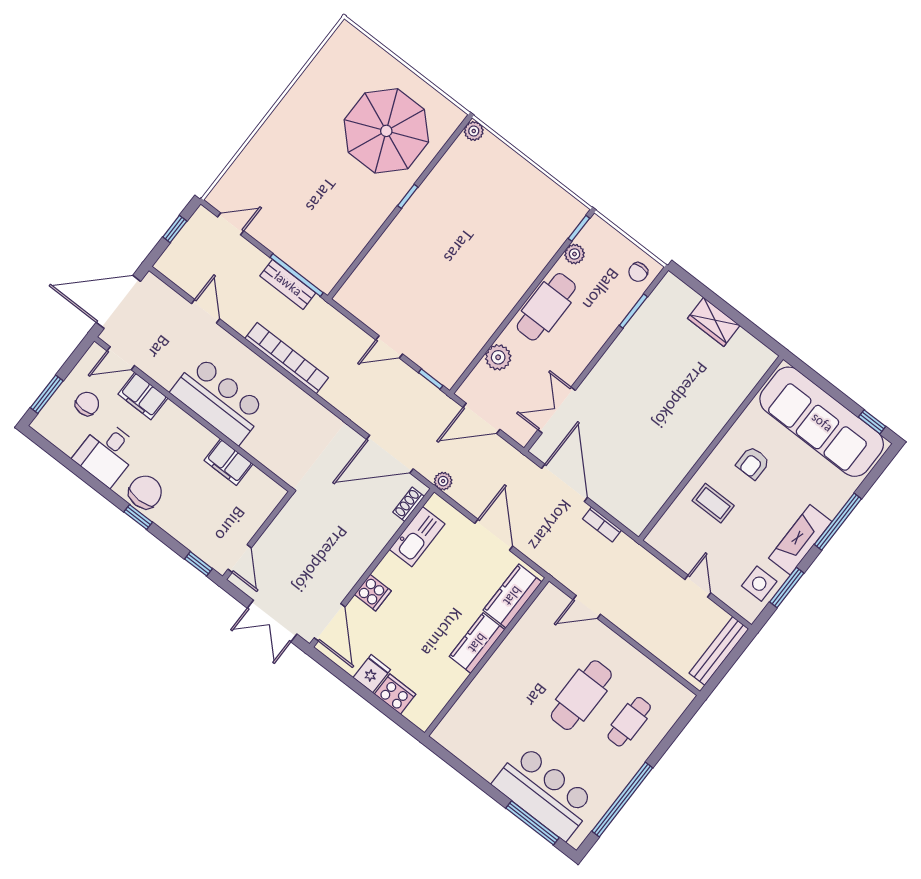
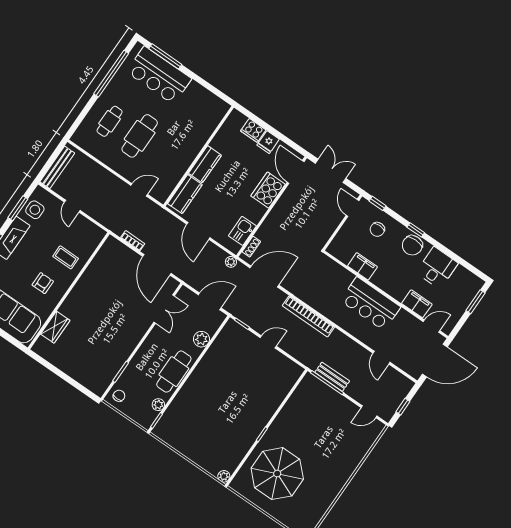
wardrobe: (714, 322) -> (55, 327), moved, turned 90
bookcase: (287, 358) -> (308, 316), moved
chair: (87, 404) -> (377, 229), moved
kitchen sink: (417, 537) -> (242, 231), width x0.73
cooker: (373, 593) -> (268, 190), width x1.87, depth x1.31

